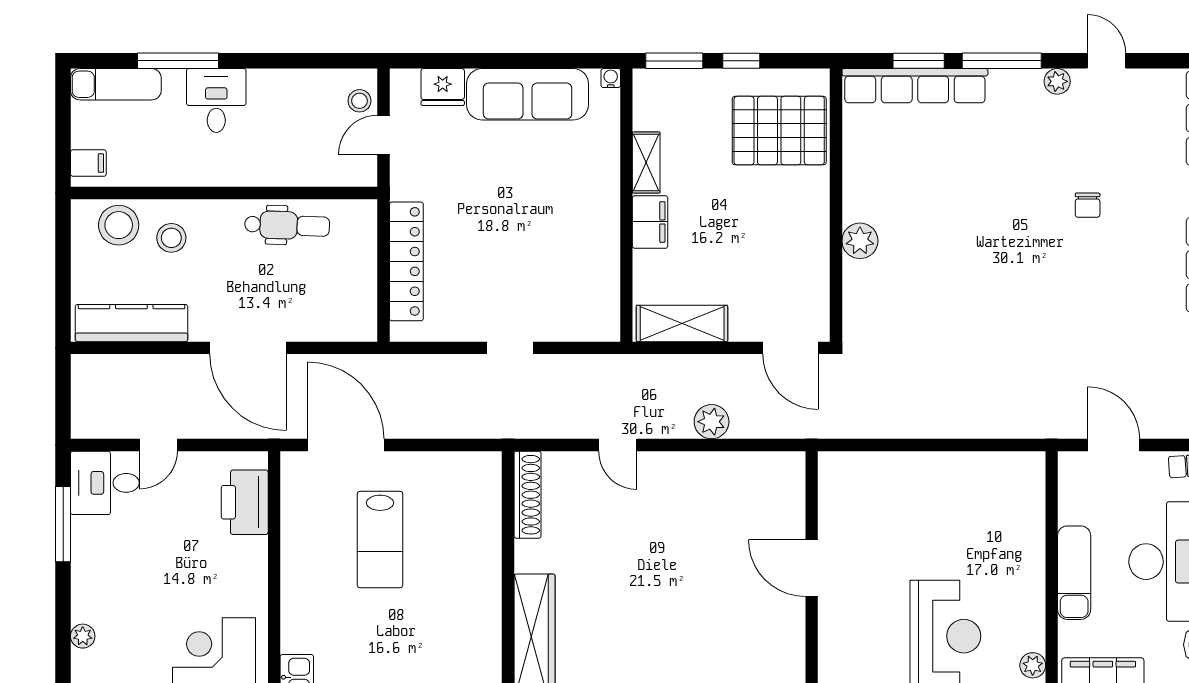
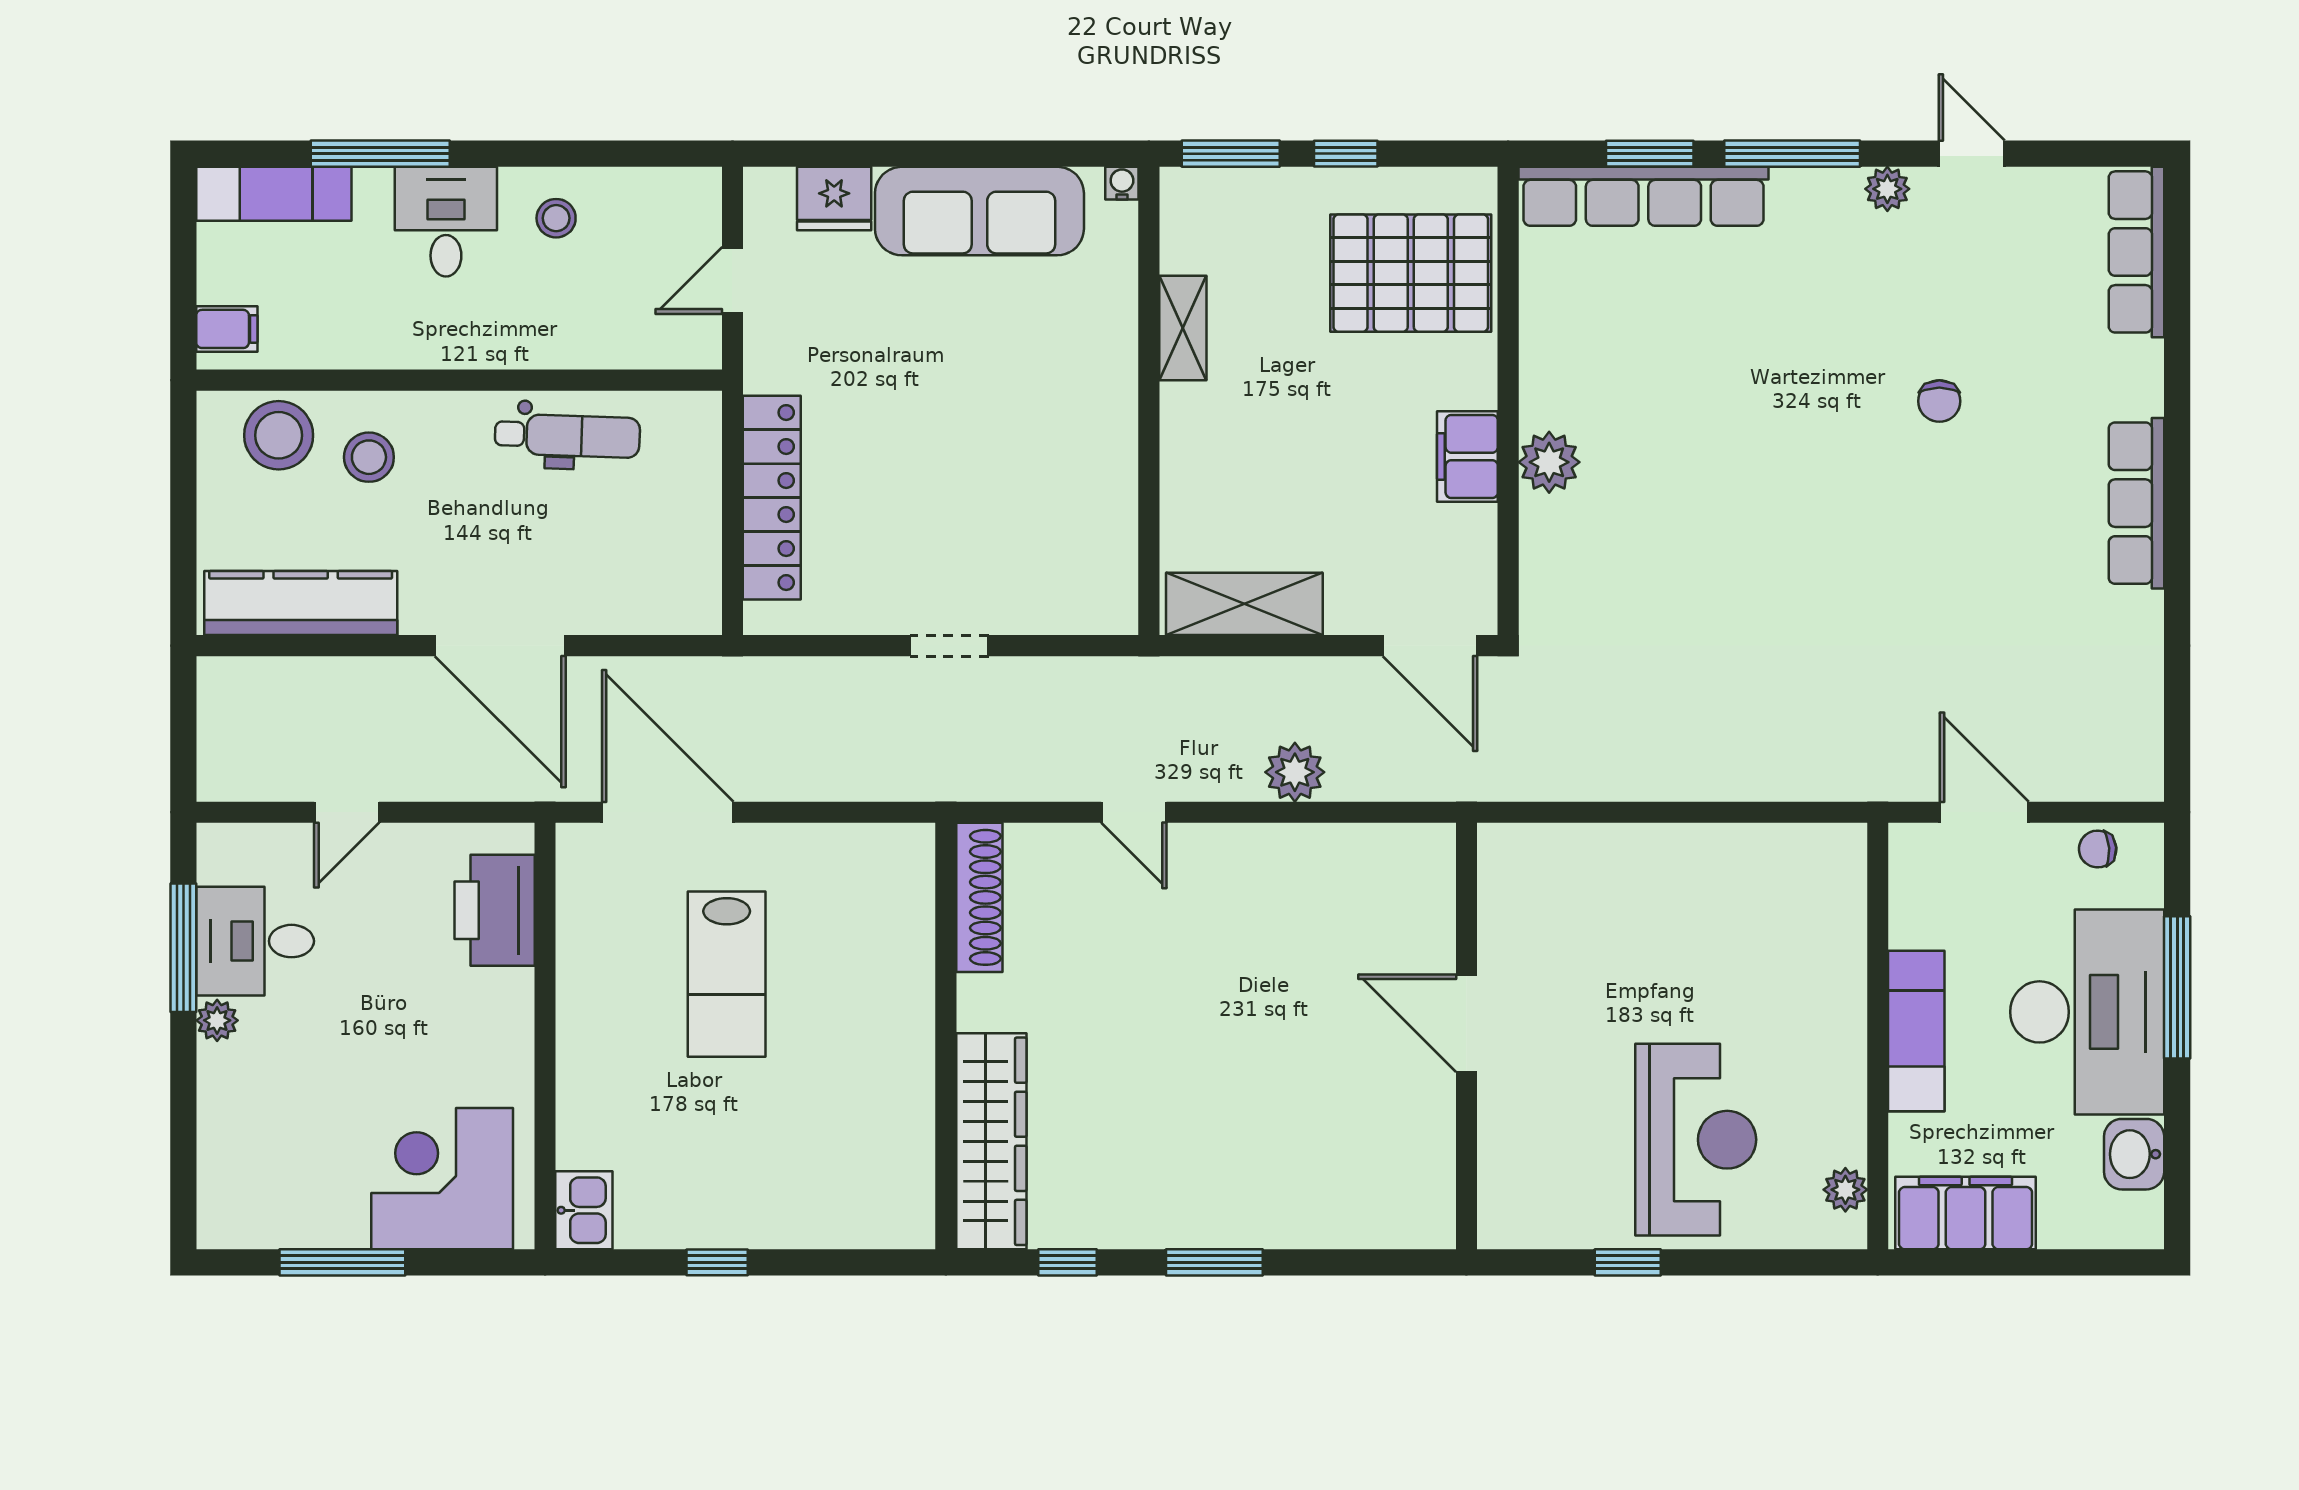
stool: (360, 101) -> (556, 218), moved
filing cabinet: (650, 222) -> (1467, 456), moved, turned 180
desk: (105, 483) -> (255, 941), moved
plant: (83, 636) -> (217, 1020), moved

